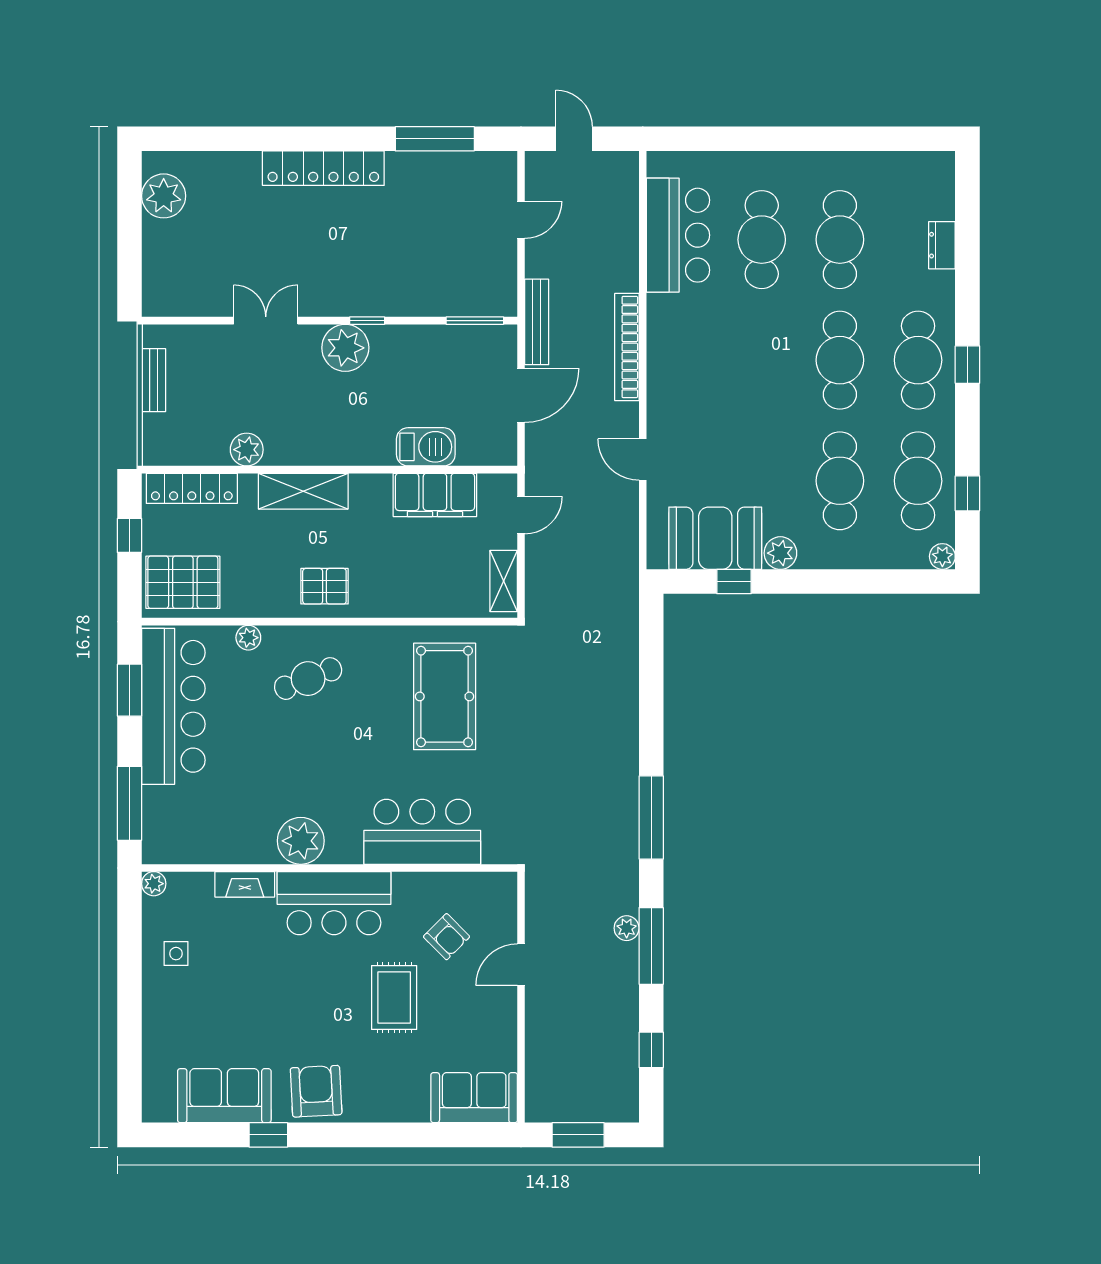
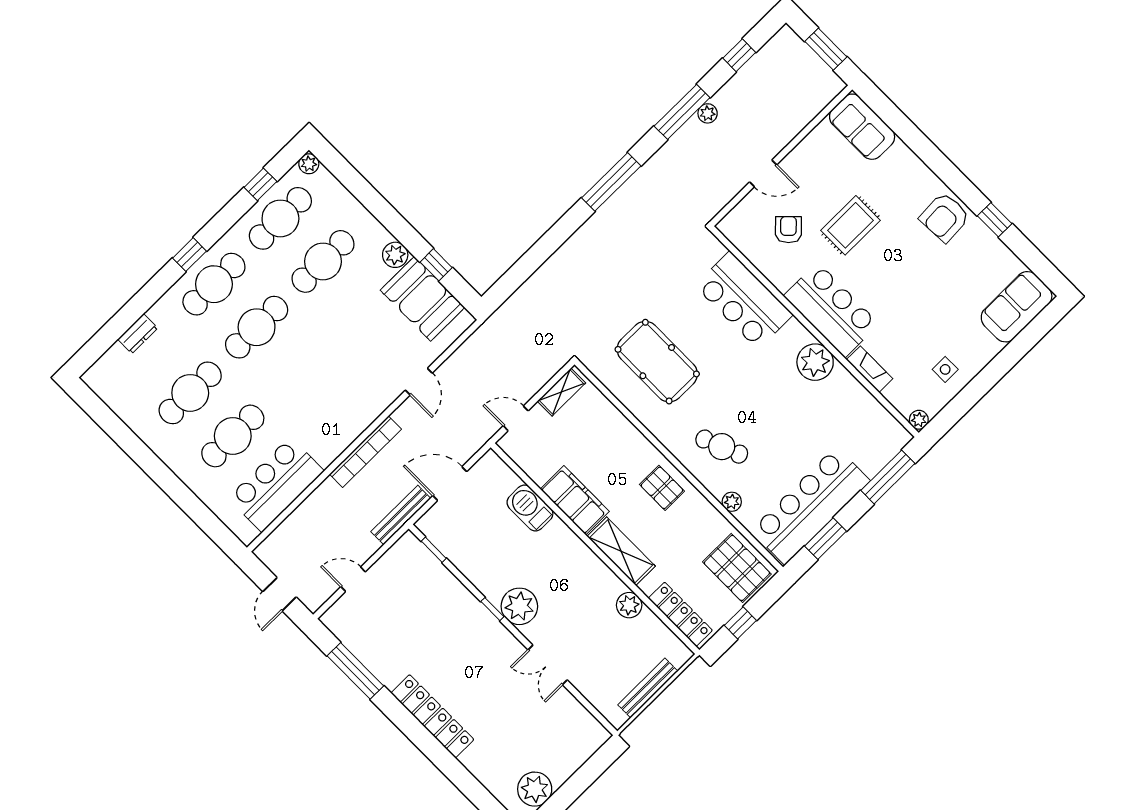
window: (475, 321) -> (434, 550), width x0.67
bench: (154, 380) -> (648, 688), width x1.36
filing cabinet: (435, 495) -> (575, 500), moved
pool table: (445, 696) -> (657, 362), turned 90
plant: (627, 928) -> (708, 113), moved
sofa: (224, 1096) -> (1017, 307), moved, turned 90

